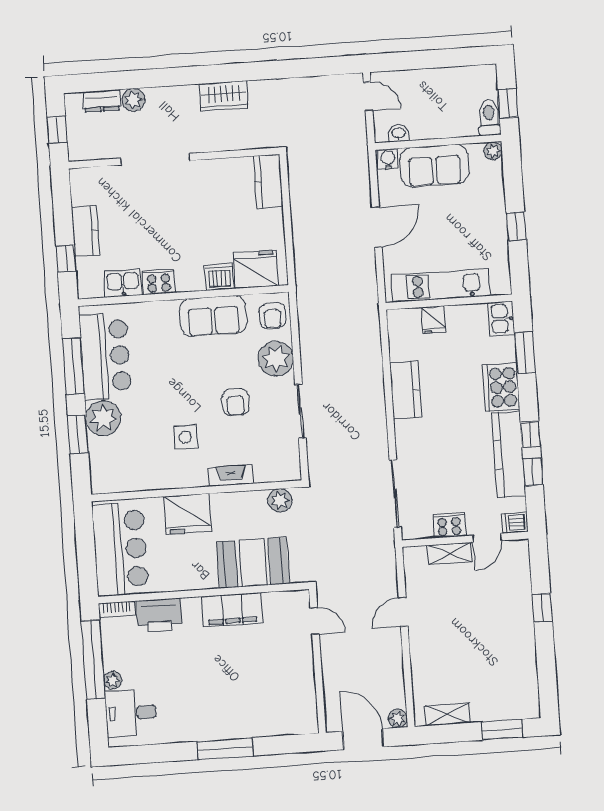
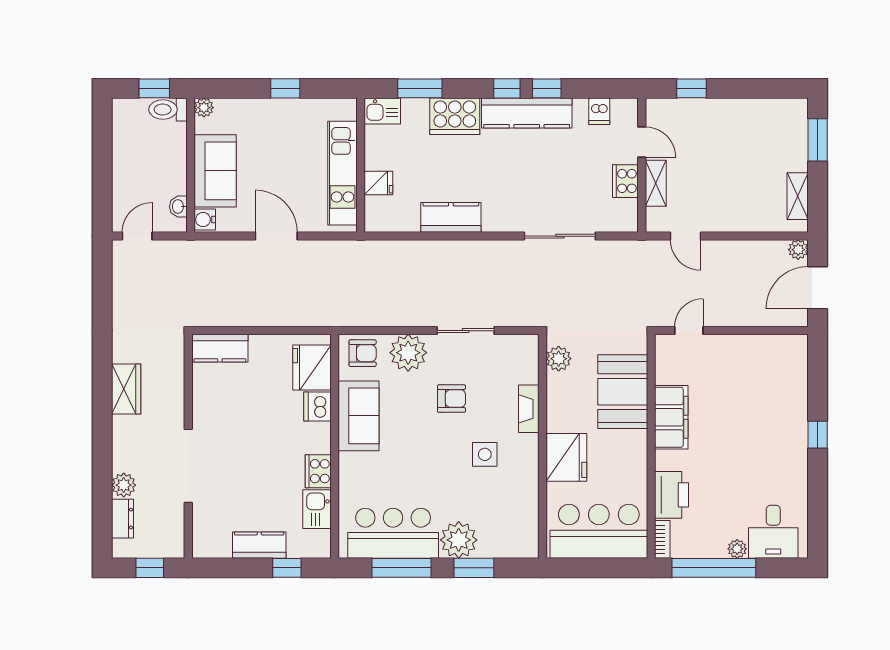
cooker: (449, 525) -> (625, 181), moved
door: (487, 538) -> (642, 142), moved
wall: (465, 539) -> (642, 165), moved
shelving: (449, 554) -> (656, 183), moved
window: (225, 749) -> (818, 435), width x0.46

